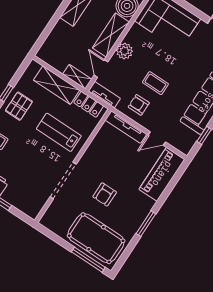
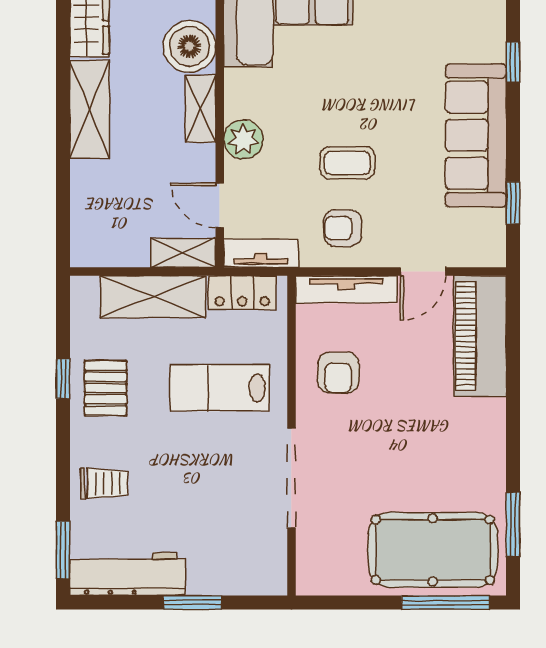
shelving: (111, 35) -> (200, 109), width x0.67, depth x0.75
armchair: (105, 194) -> (338, 373), moved
window: (146, 224) -> (513, 524), moved

